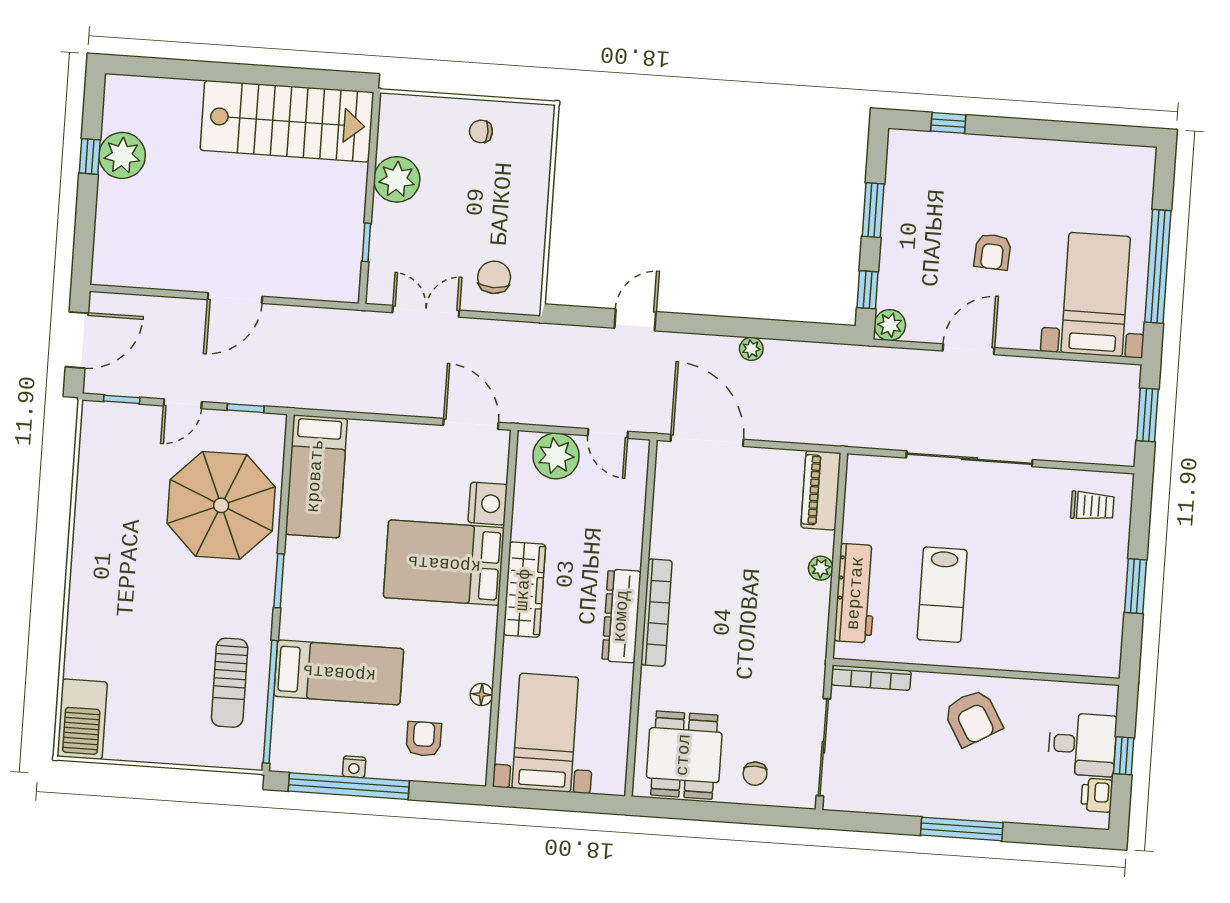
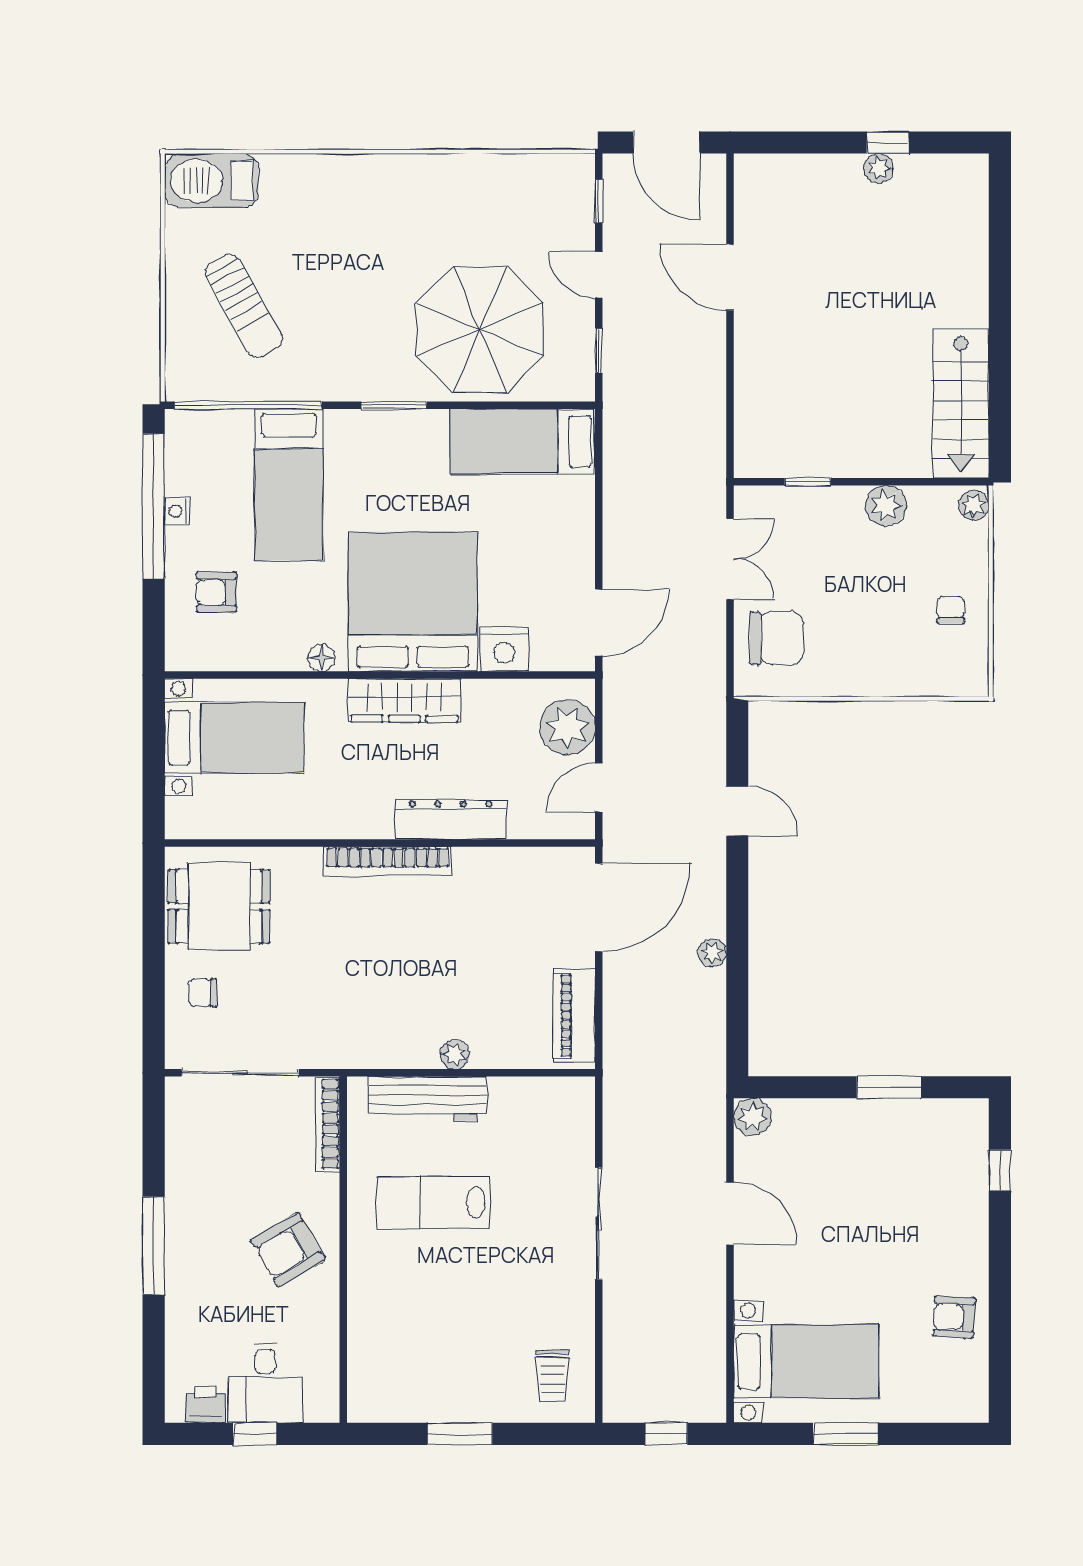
plant: (395, 106) -> (974, 505), added
stairs: (287, 121) -> (961, 403), width x0.73, depth x0.66
plant: (122, 155) -> (879, 168), width x0.53, depth x0.53
plant: (397, 179) -> (886, 506), width x0.73, depth x0.73
armchair: (993, 252) -> (954, 1317), moved
window: (1158, 266) -> (845, 1434), width x0.47
chair: (494, 277) -> (777, 638), width x1.37, depth x1.37
window: (868, 290) -> (793, 1087), removed
door: (235, 298) -> (730, 277), moved
window: (1147, 415) -> (666, 1434), width x0.67
sliding door: (969, 459) -> (599, 1224), width x0.73
piano: (821, 490) -> (574, 1016), moved, turned -90
bed: (444, 563) -> (413, 602), width x1.36
dresser: (622, 616) -> (451, 819), moved
sun lounger: (230, 683) -> (244, 306), moved, turned -119
floor lamp: (482, 694) -> (321, 658), moved
armchair: (424, 739) -> (217, 592), turned 180

